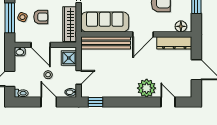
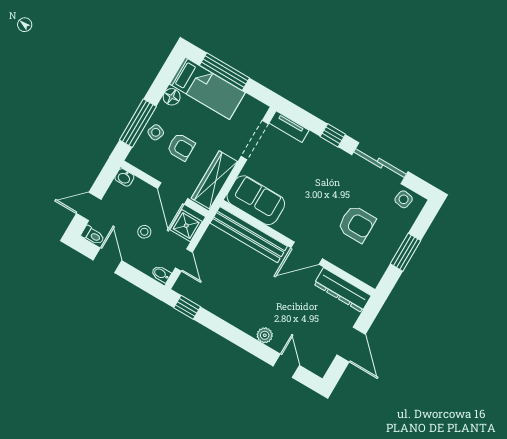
sofa: (105, 22) -> (256, 200), width x0.73
floor lamp: (181, 26) -> (365, 273), removed
door: (41, 45) -> (173, 194), moved
door: (79, 77) -> (184, 260), hinge flipped
plant: (147, 88) -> (265, 335), width x0.53, depth x0.53
door: (49, 102) -> (107, 260), moved

